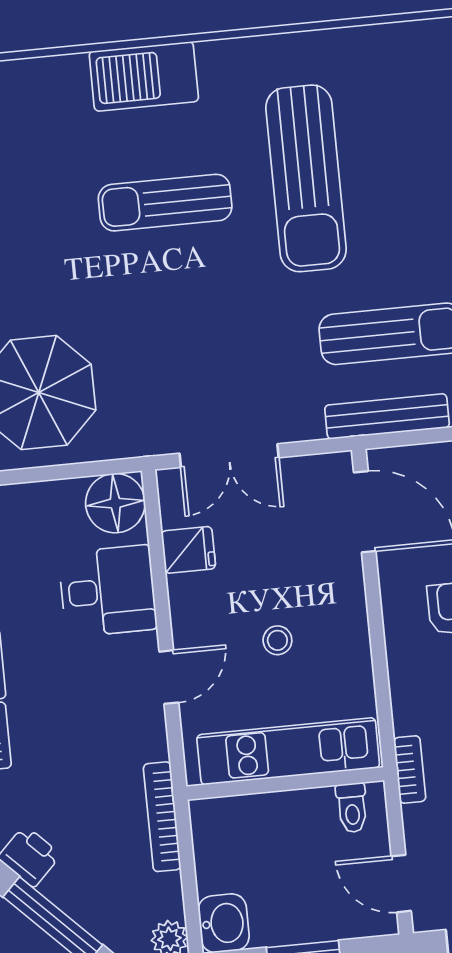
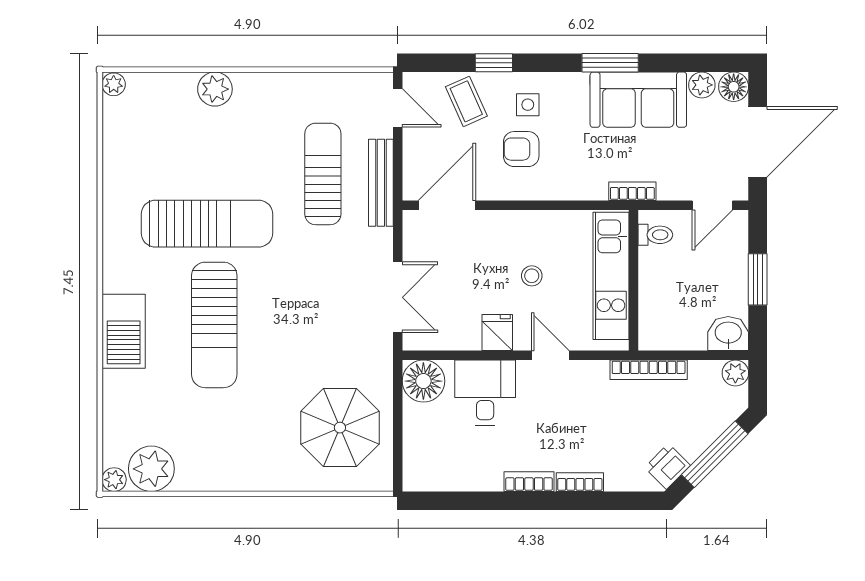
sun lounger: (165, 203) -> (214, 325), width x1.36, depth x1.34
fridge: (188, 550) -> (497, 333), moved

